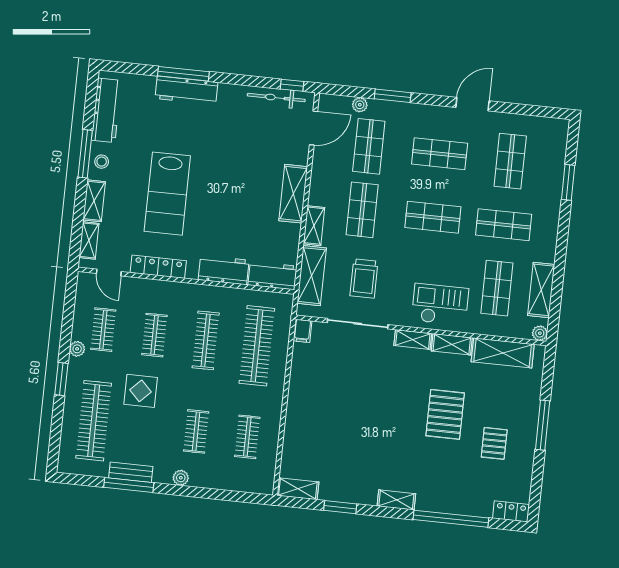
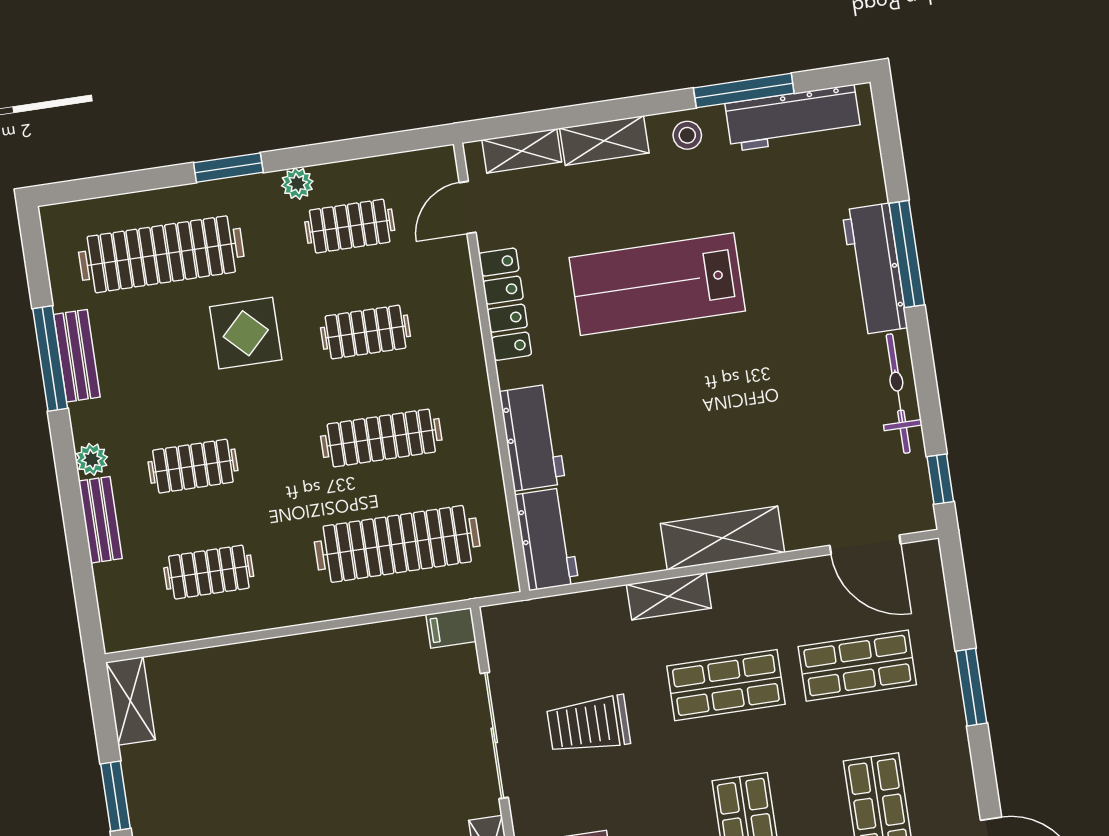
bicycle: (276, 98) -> (898, 394), moved
plant: (360, 105) -> (936, 626), removed
window: (85, 154) -> (744, 91), moved
shelving: (312, 276) -> (567, 618), removed
bench: (210, 481) -> (100, 520), added

